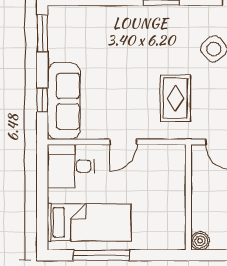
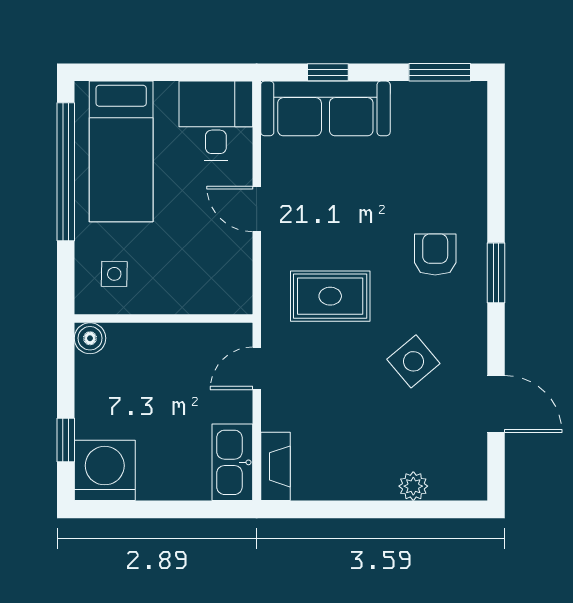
armchair: (150, 36) -> (435, 254), added
side table: (162, 226) -> (114, 274), added
window: (101, 255) -> (66, 172), width x1.46

